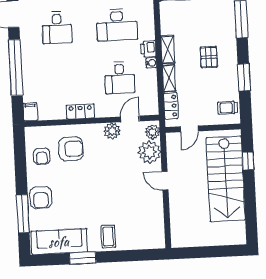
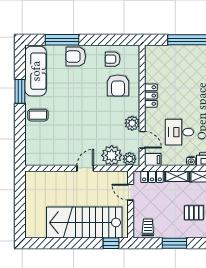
filing cabinet: (30, 112) -> (153, 160), moved
window: (248, 161) -> (111, 243), moved

